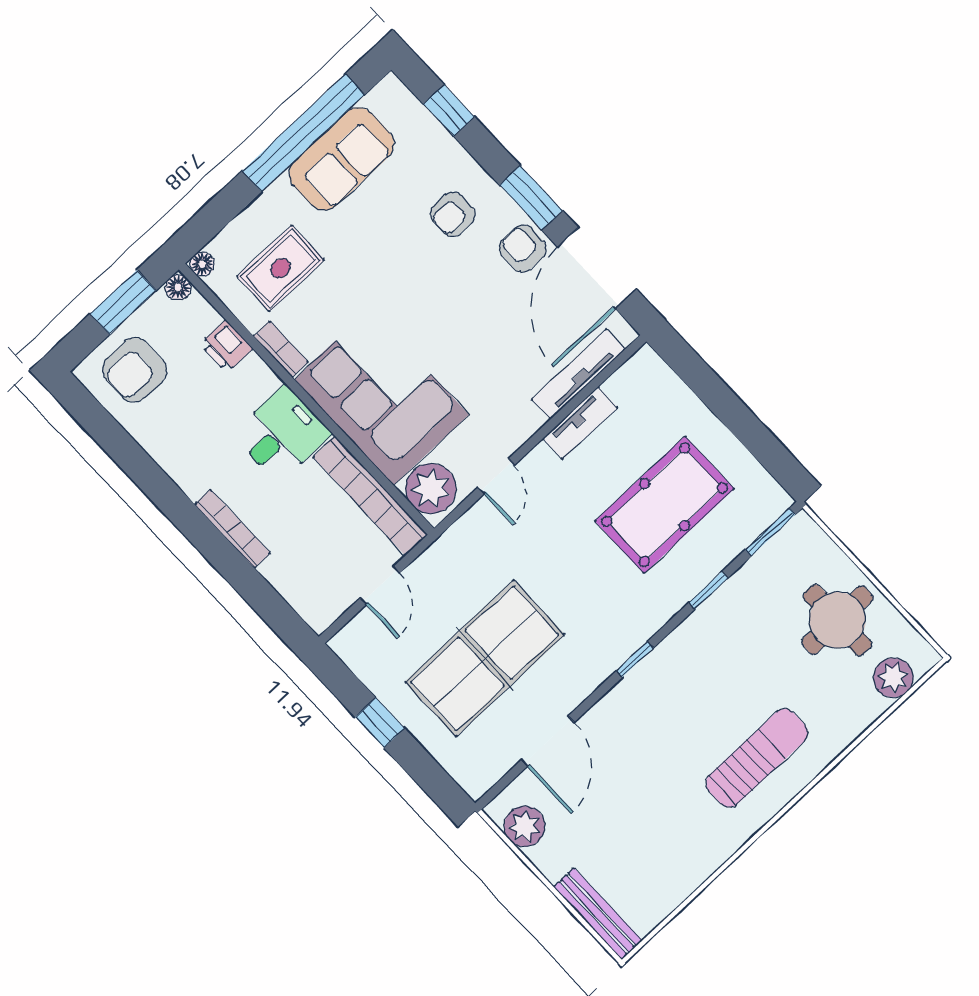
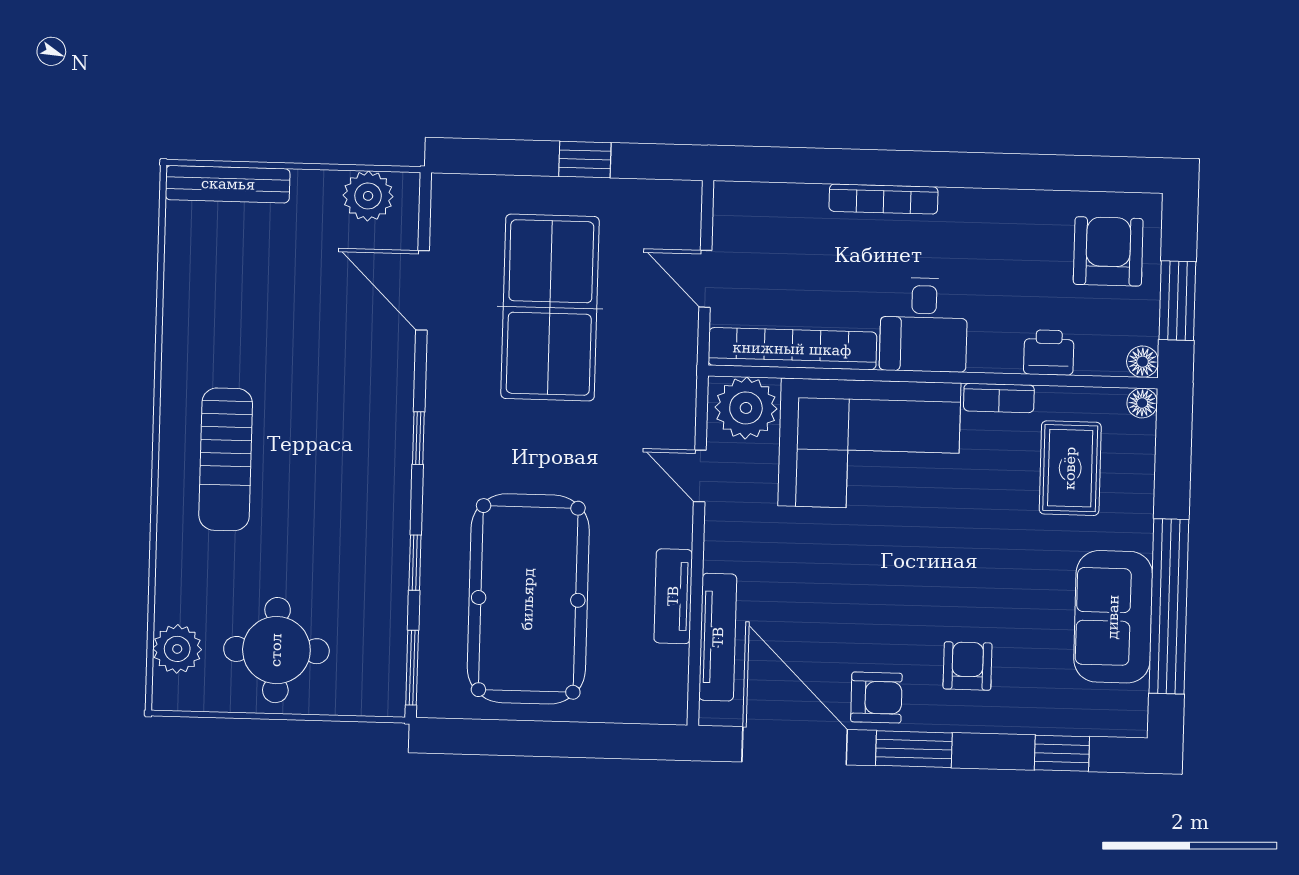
pool table: (665, 505) -> (528, 599), width x1.36, depth x1.32

